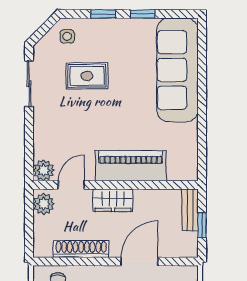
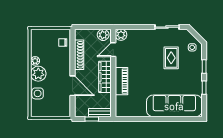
piano: (131, 166) -> (121, 81), width x0.73, depth x0.75
door: (71, 185) -> (113, 50), swing flipped
wardrobe: (113, 200) -> (105, 77), width x1.50

